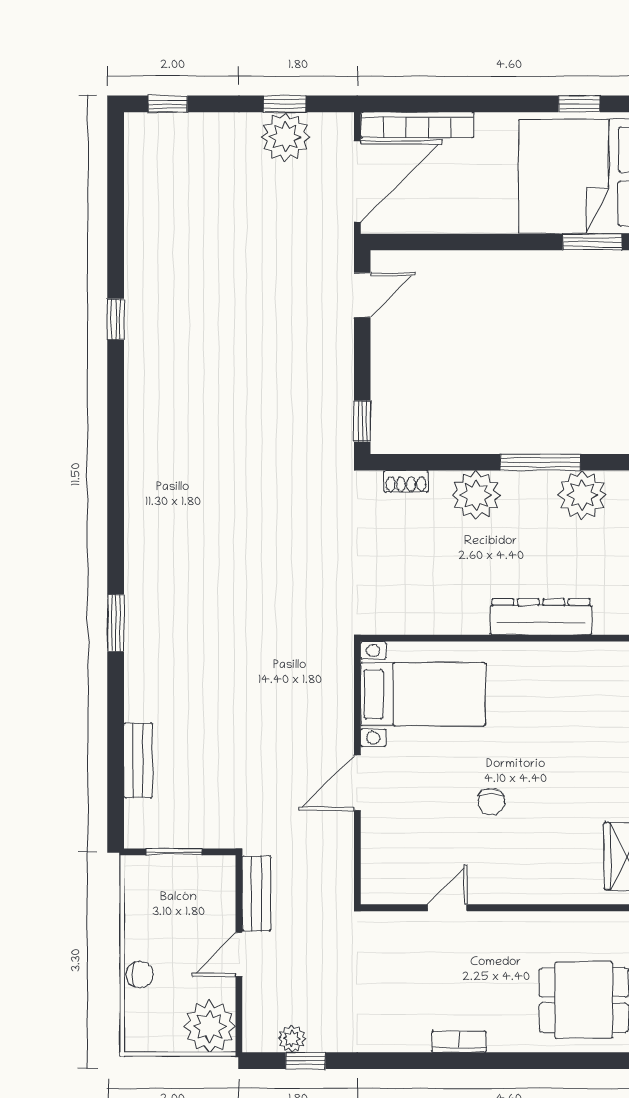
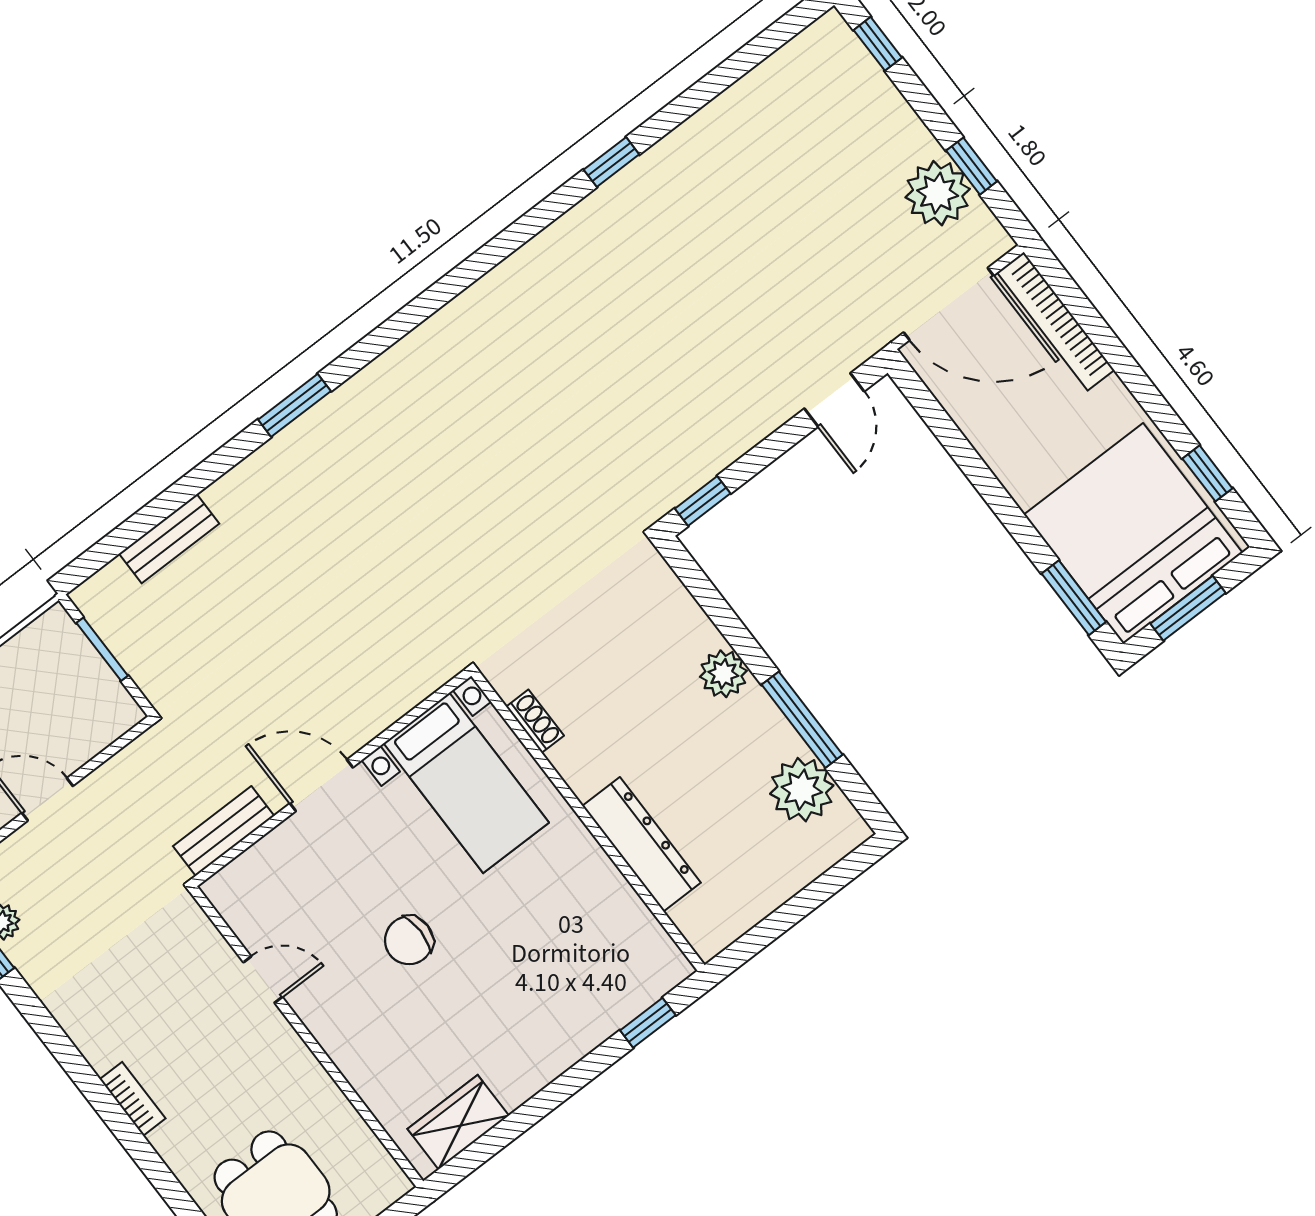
door: (362, 295) -> (834, 400), hinge flipped
shoe rack: (406, 481) -> (535, 721), moved, turned 180
plant: (476, 495) -> (723, 674), width x0.73, depth x0.73
chair: (491, 802) -> (409, 940), width x1.37, depth x1.37
bench: (257, 894) -> (224, 831), moved

